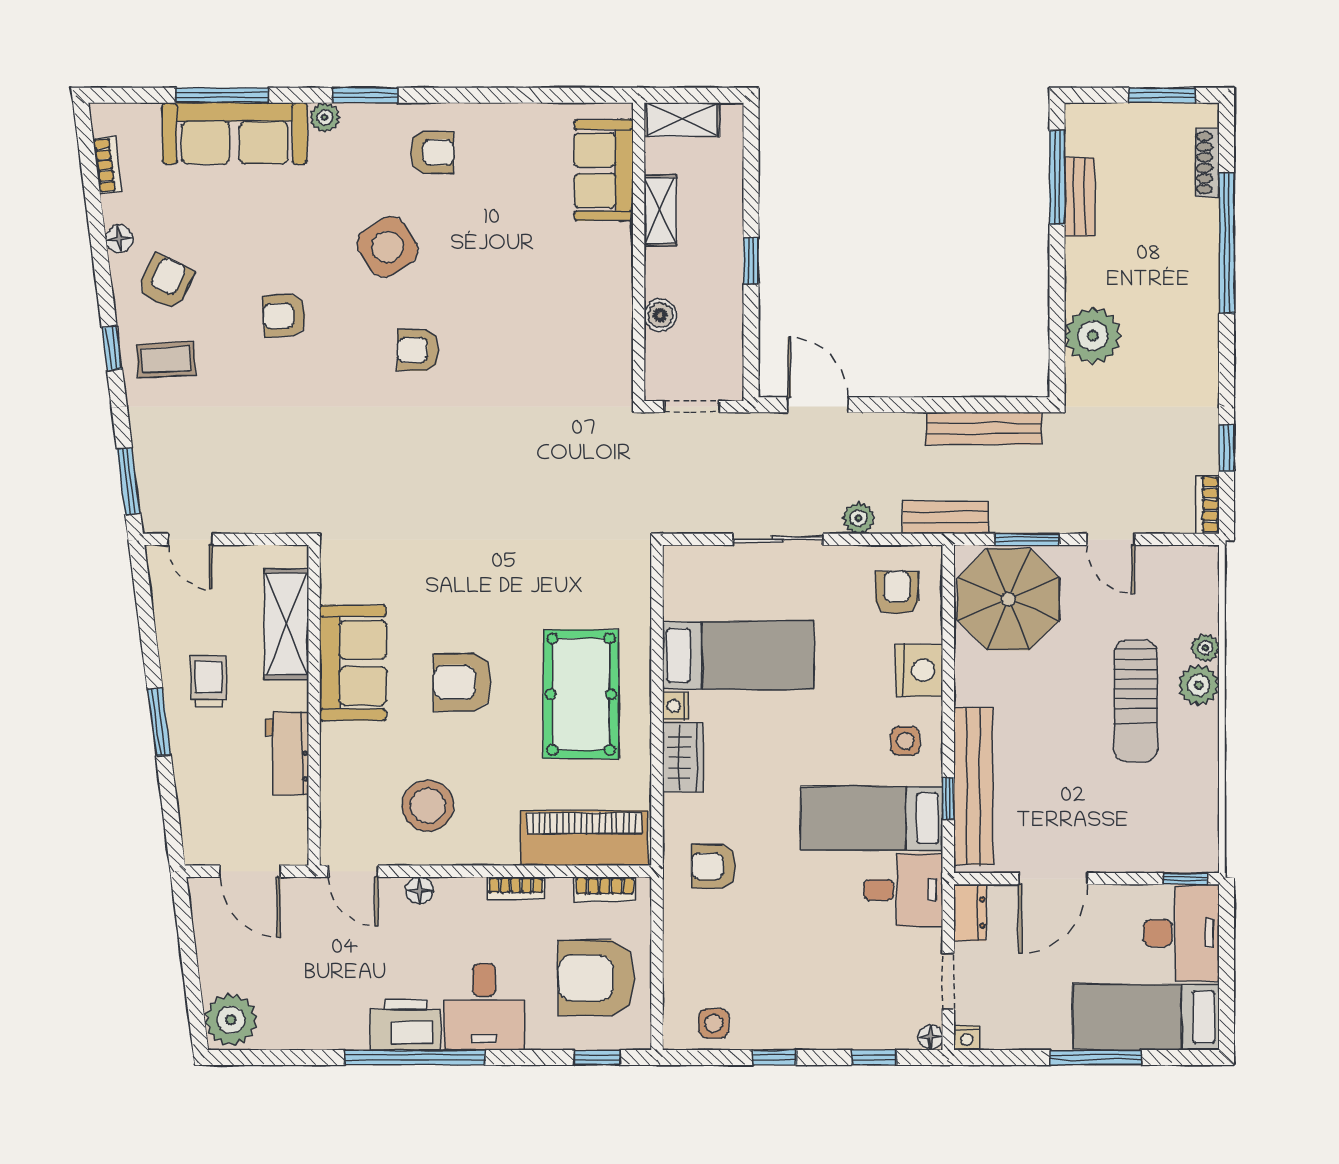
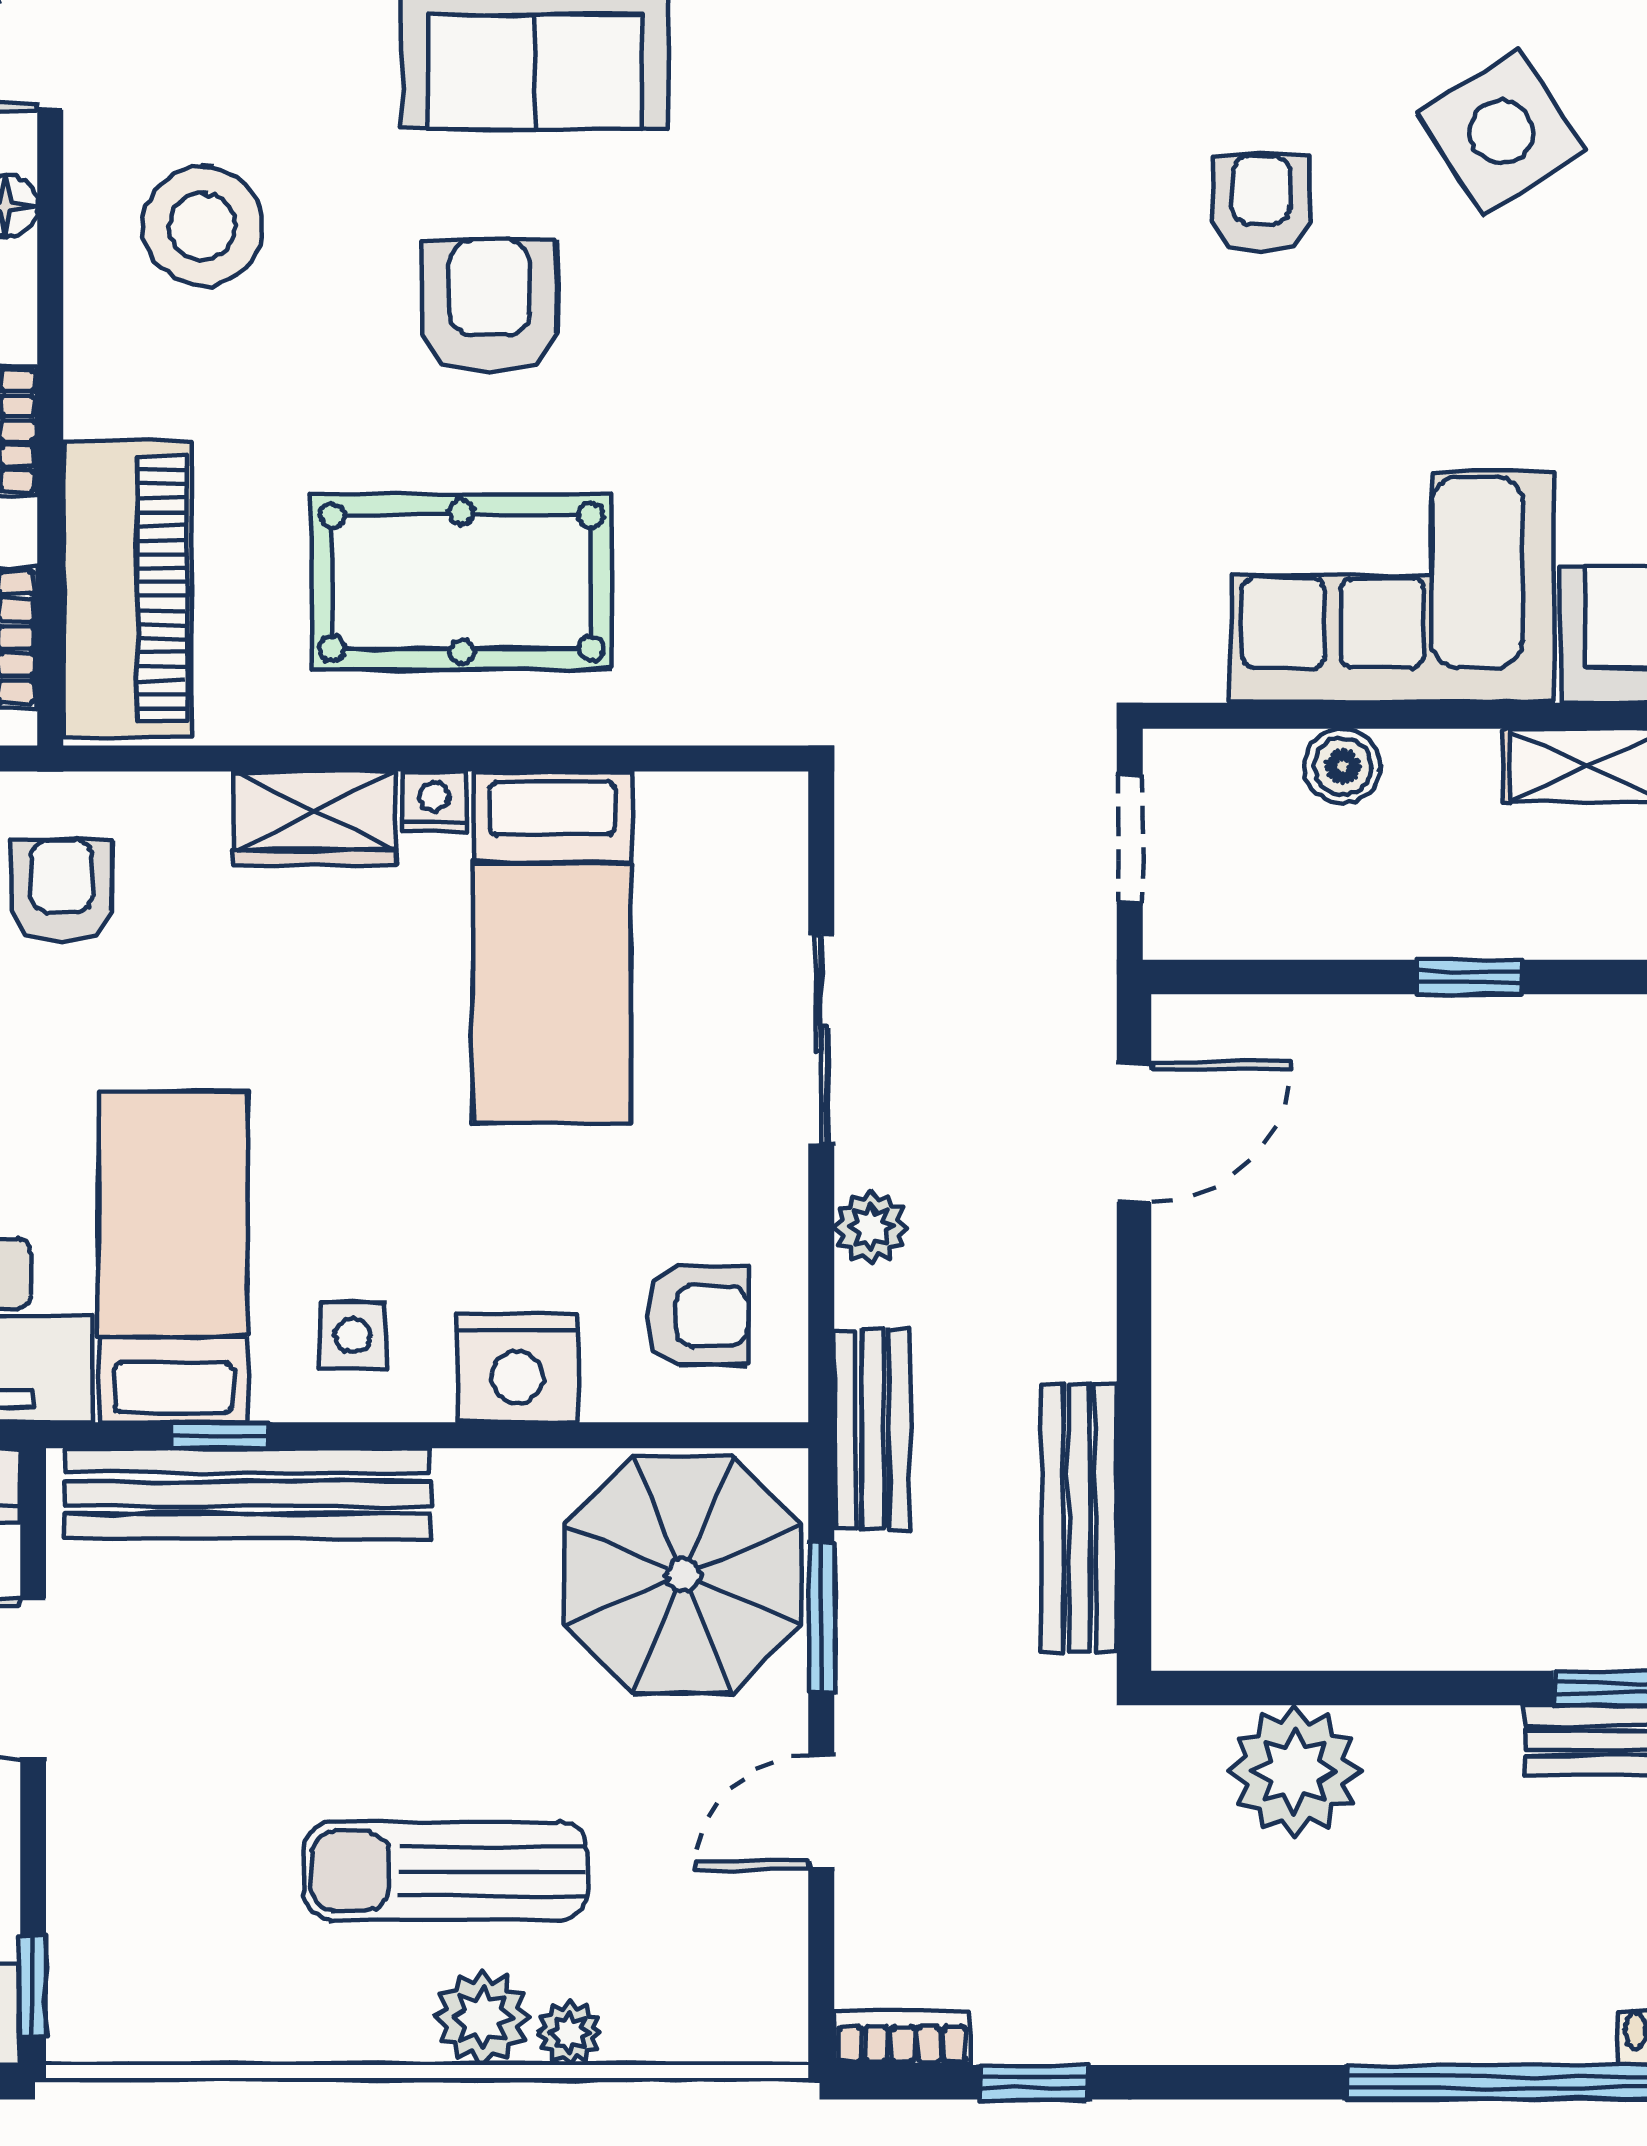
corner sofa: (583, 294) -> (1393, 587), added

